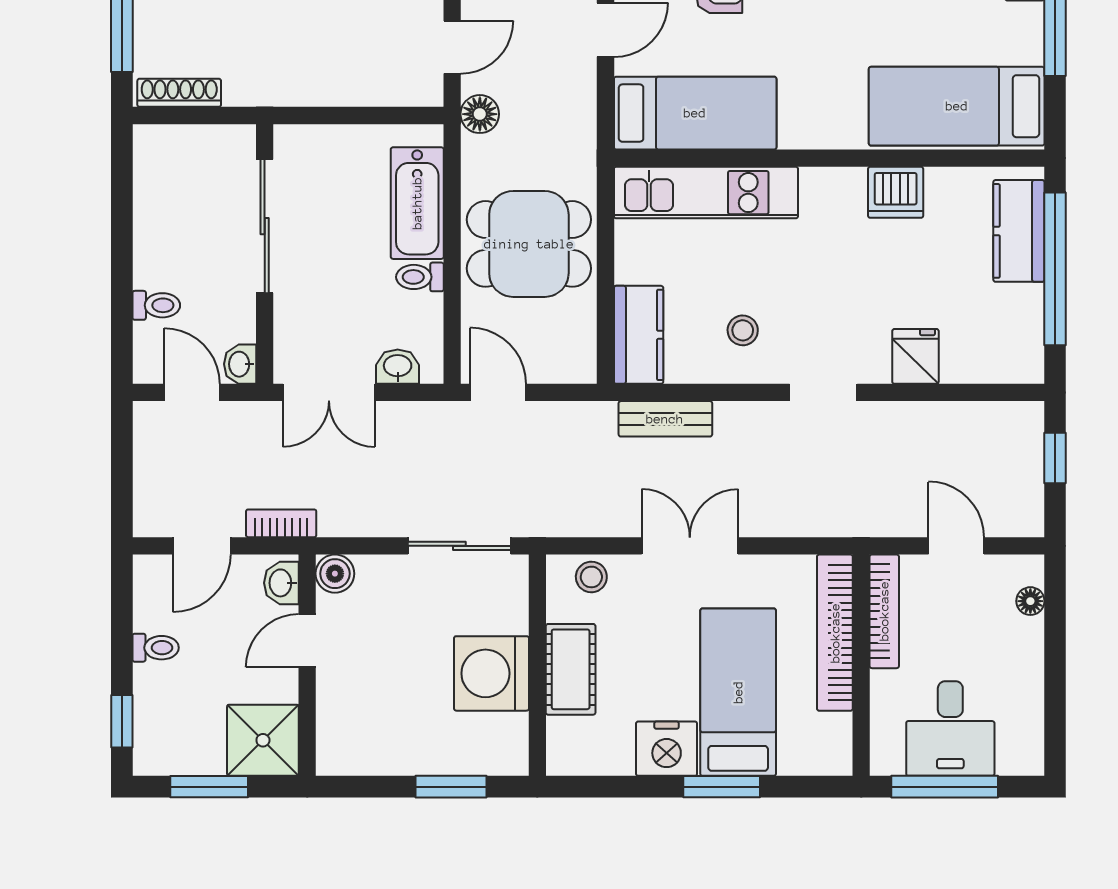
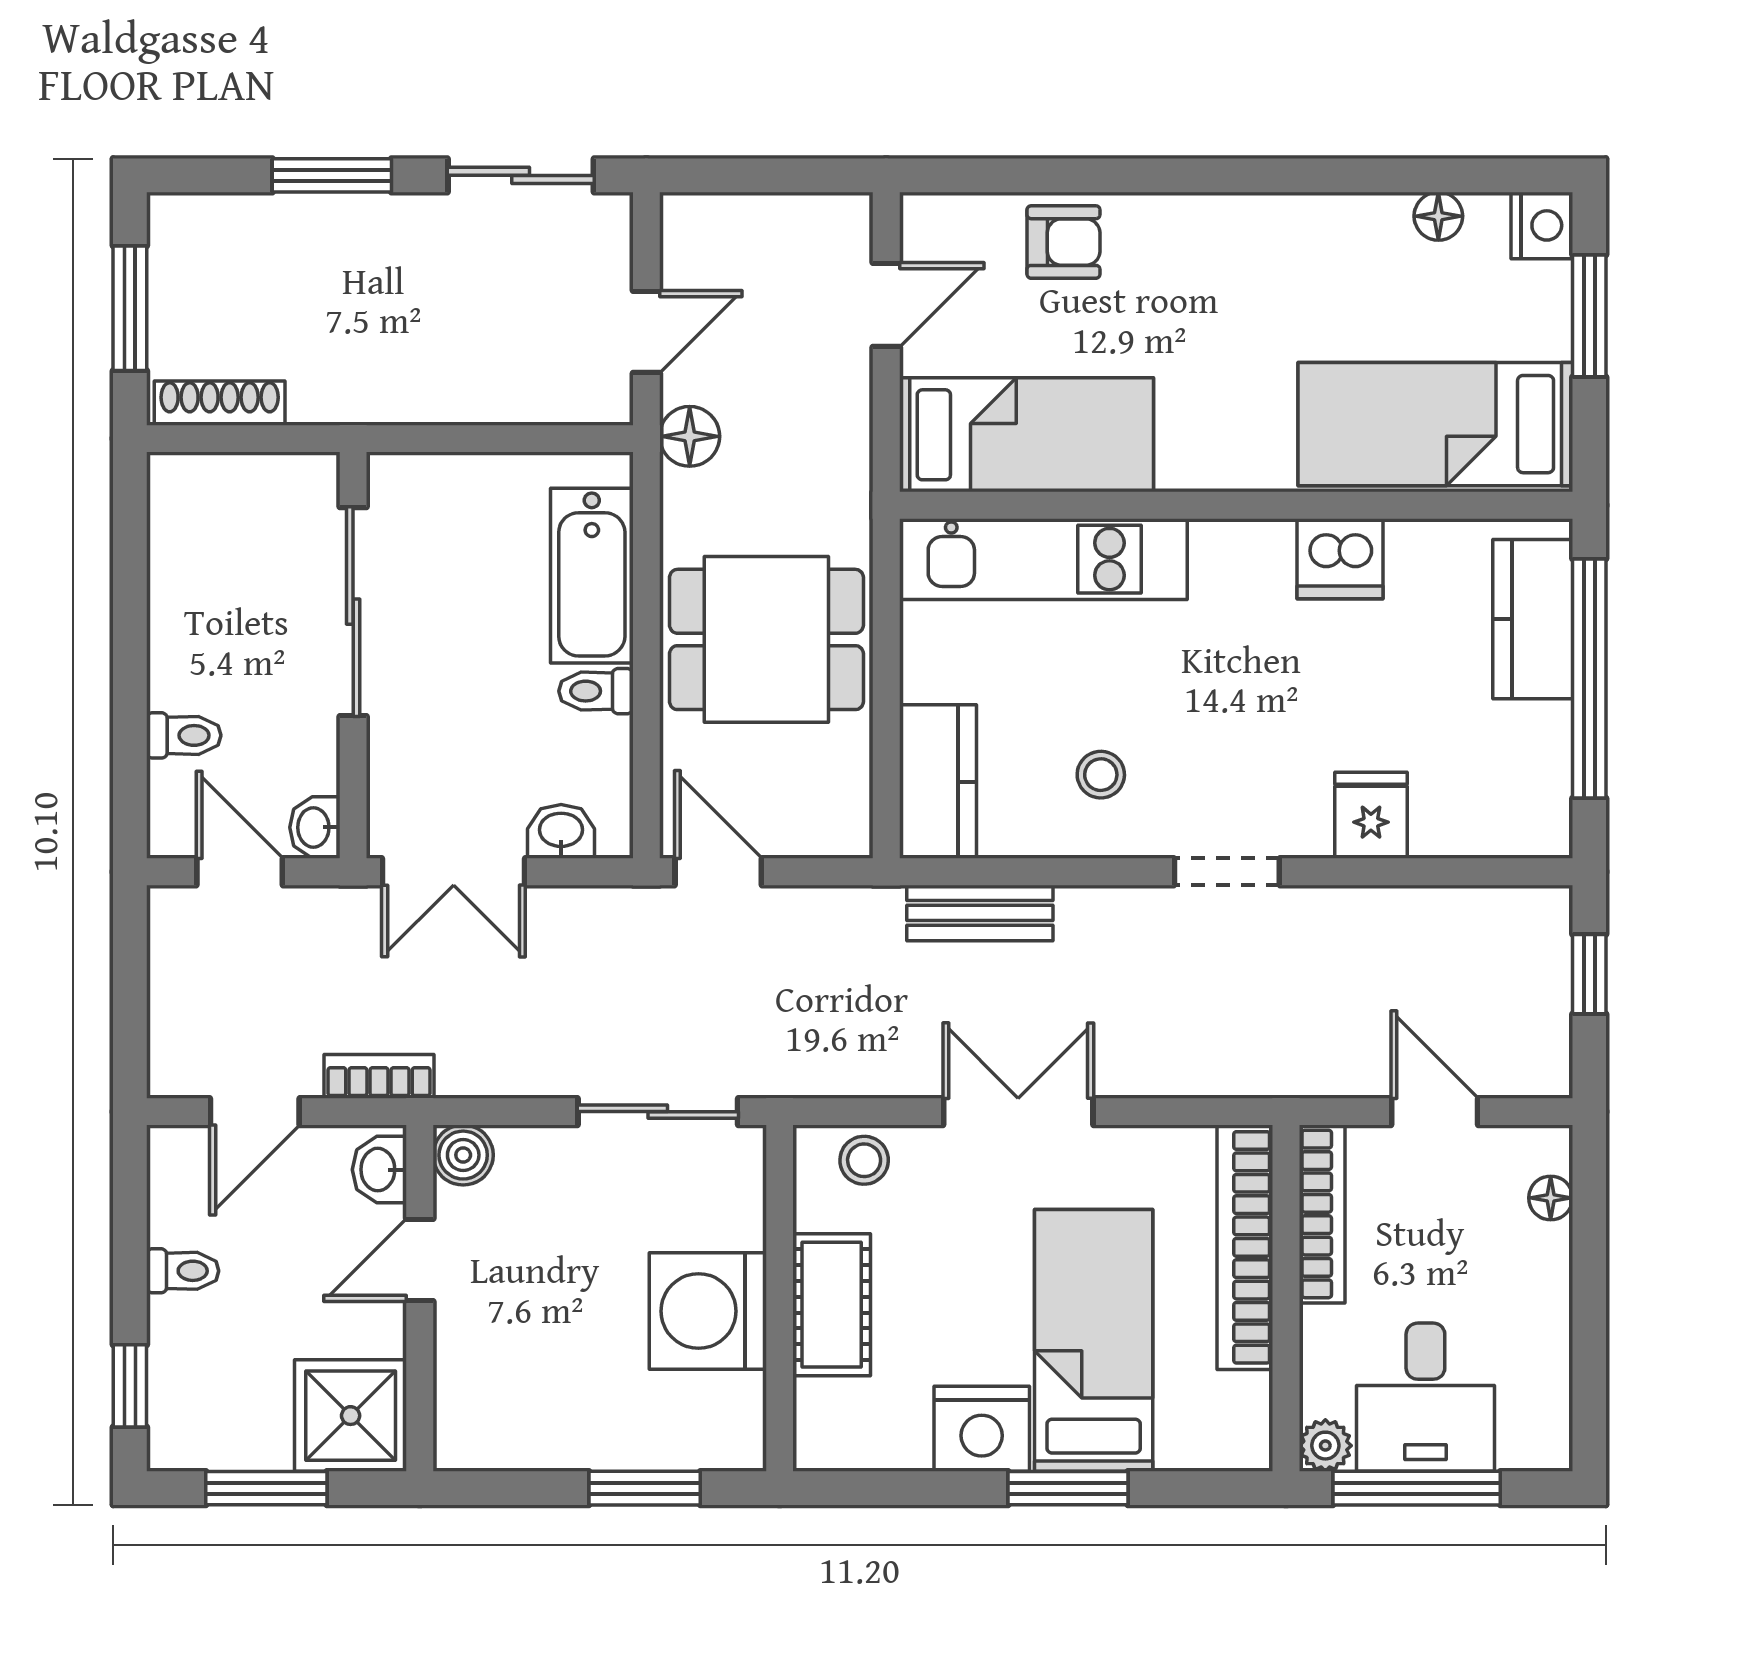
plant: (886, 759) -> (1325, 1446), added

